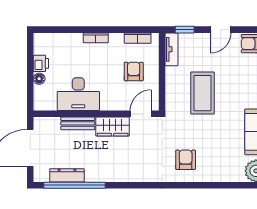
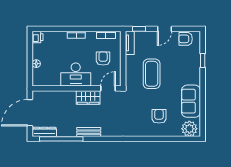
printer: (41, 63) -> (38, 37), moved
desk: (78, 94) -> (76, 75), moved
bench: (78, 123) -> (89, 132), moved
armchair: (186, 160) -> (159, 116), moved
dresser: (67, 175) -> (44, 132), moved

